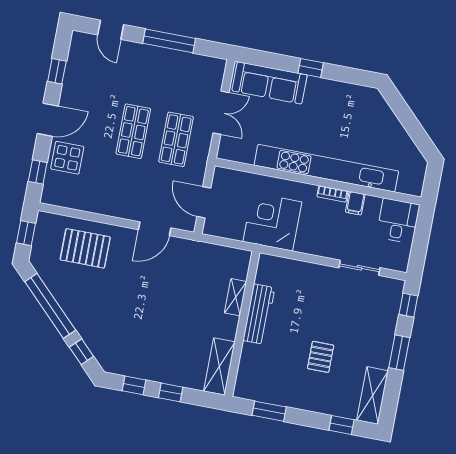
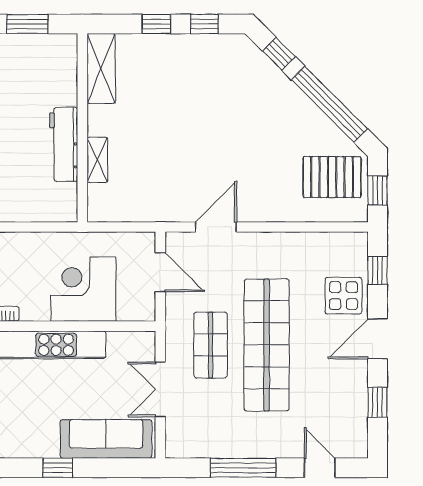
shop shelf: (133, 131) -> (267, 345), width x2.00, depth x1.36
corner desk: (272, 222) -> (83, 289), moved, turned 180
pallet: (85, 248) -> (332, 177), moved

